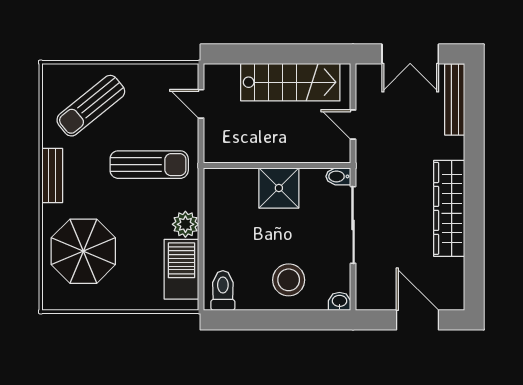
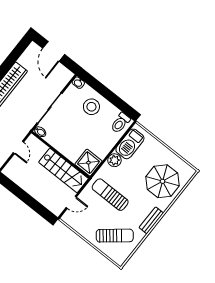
stairs: (290, 82) -> (64, 170), moved, turned 180
door: (201, 104) -> (71, 202), hinge flipped
shower: (279, 188) -> (88, 163), moved

